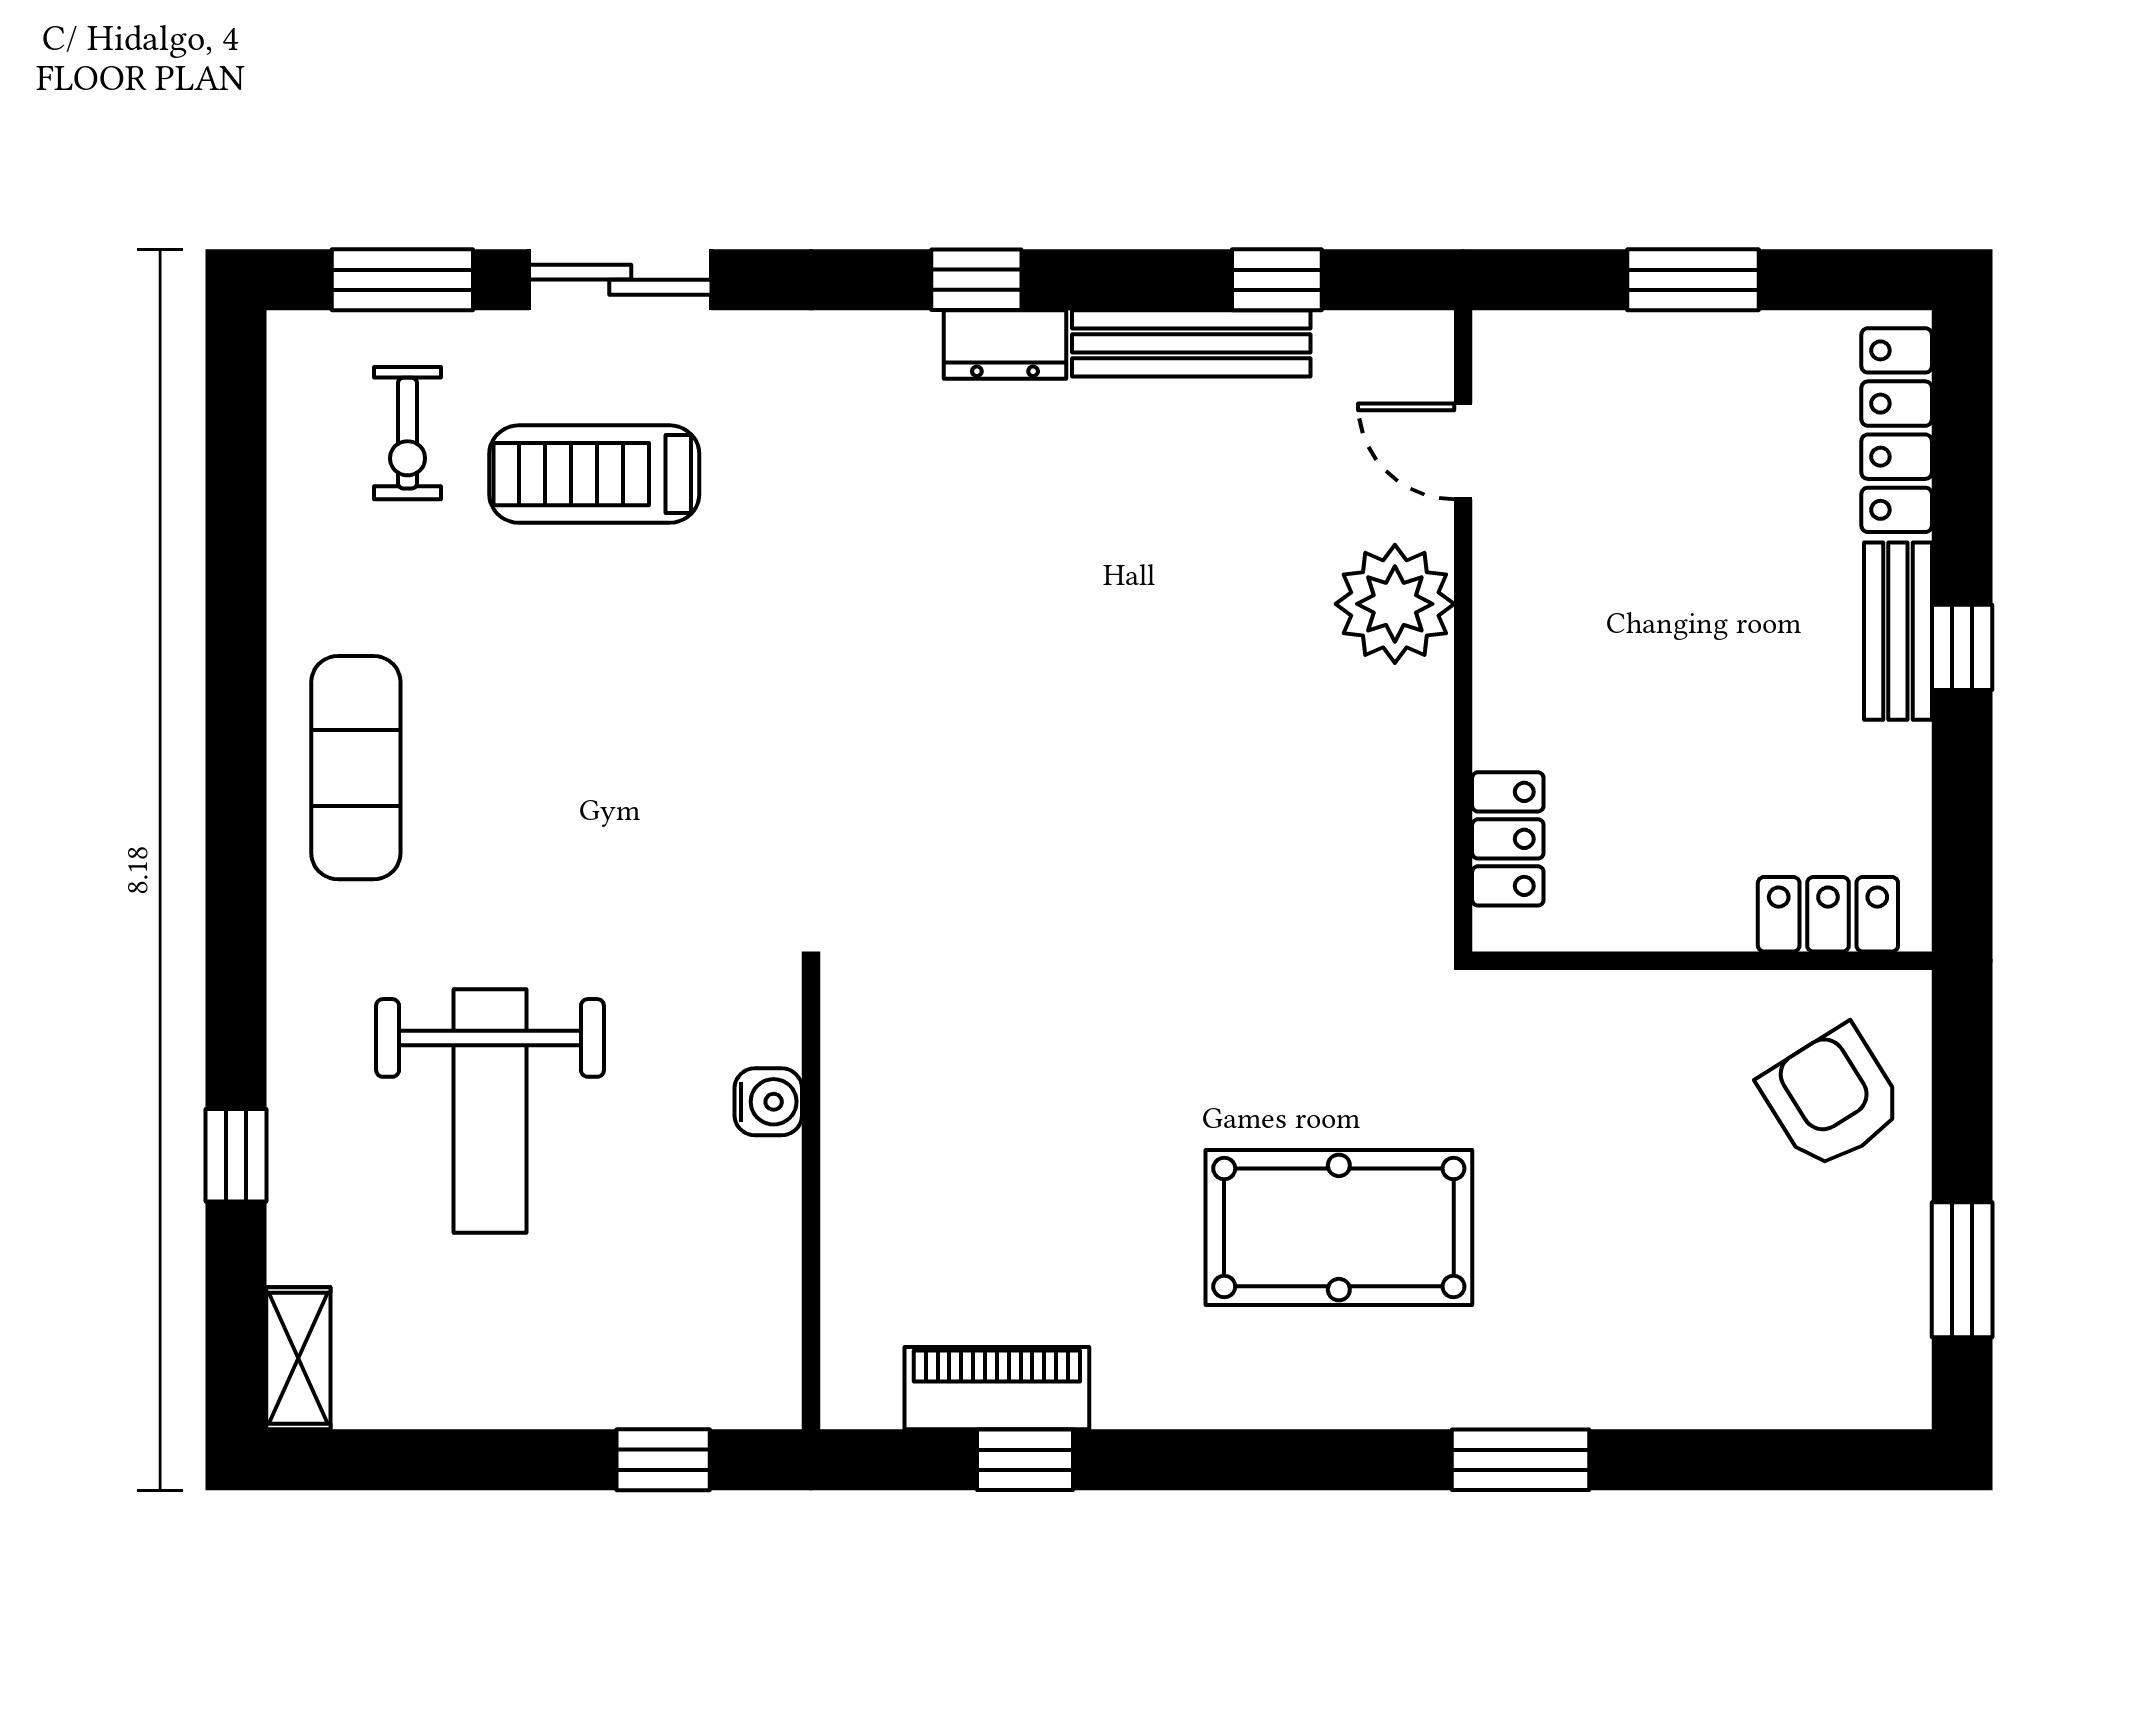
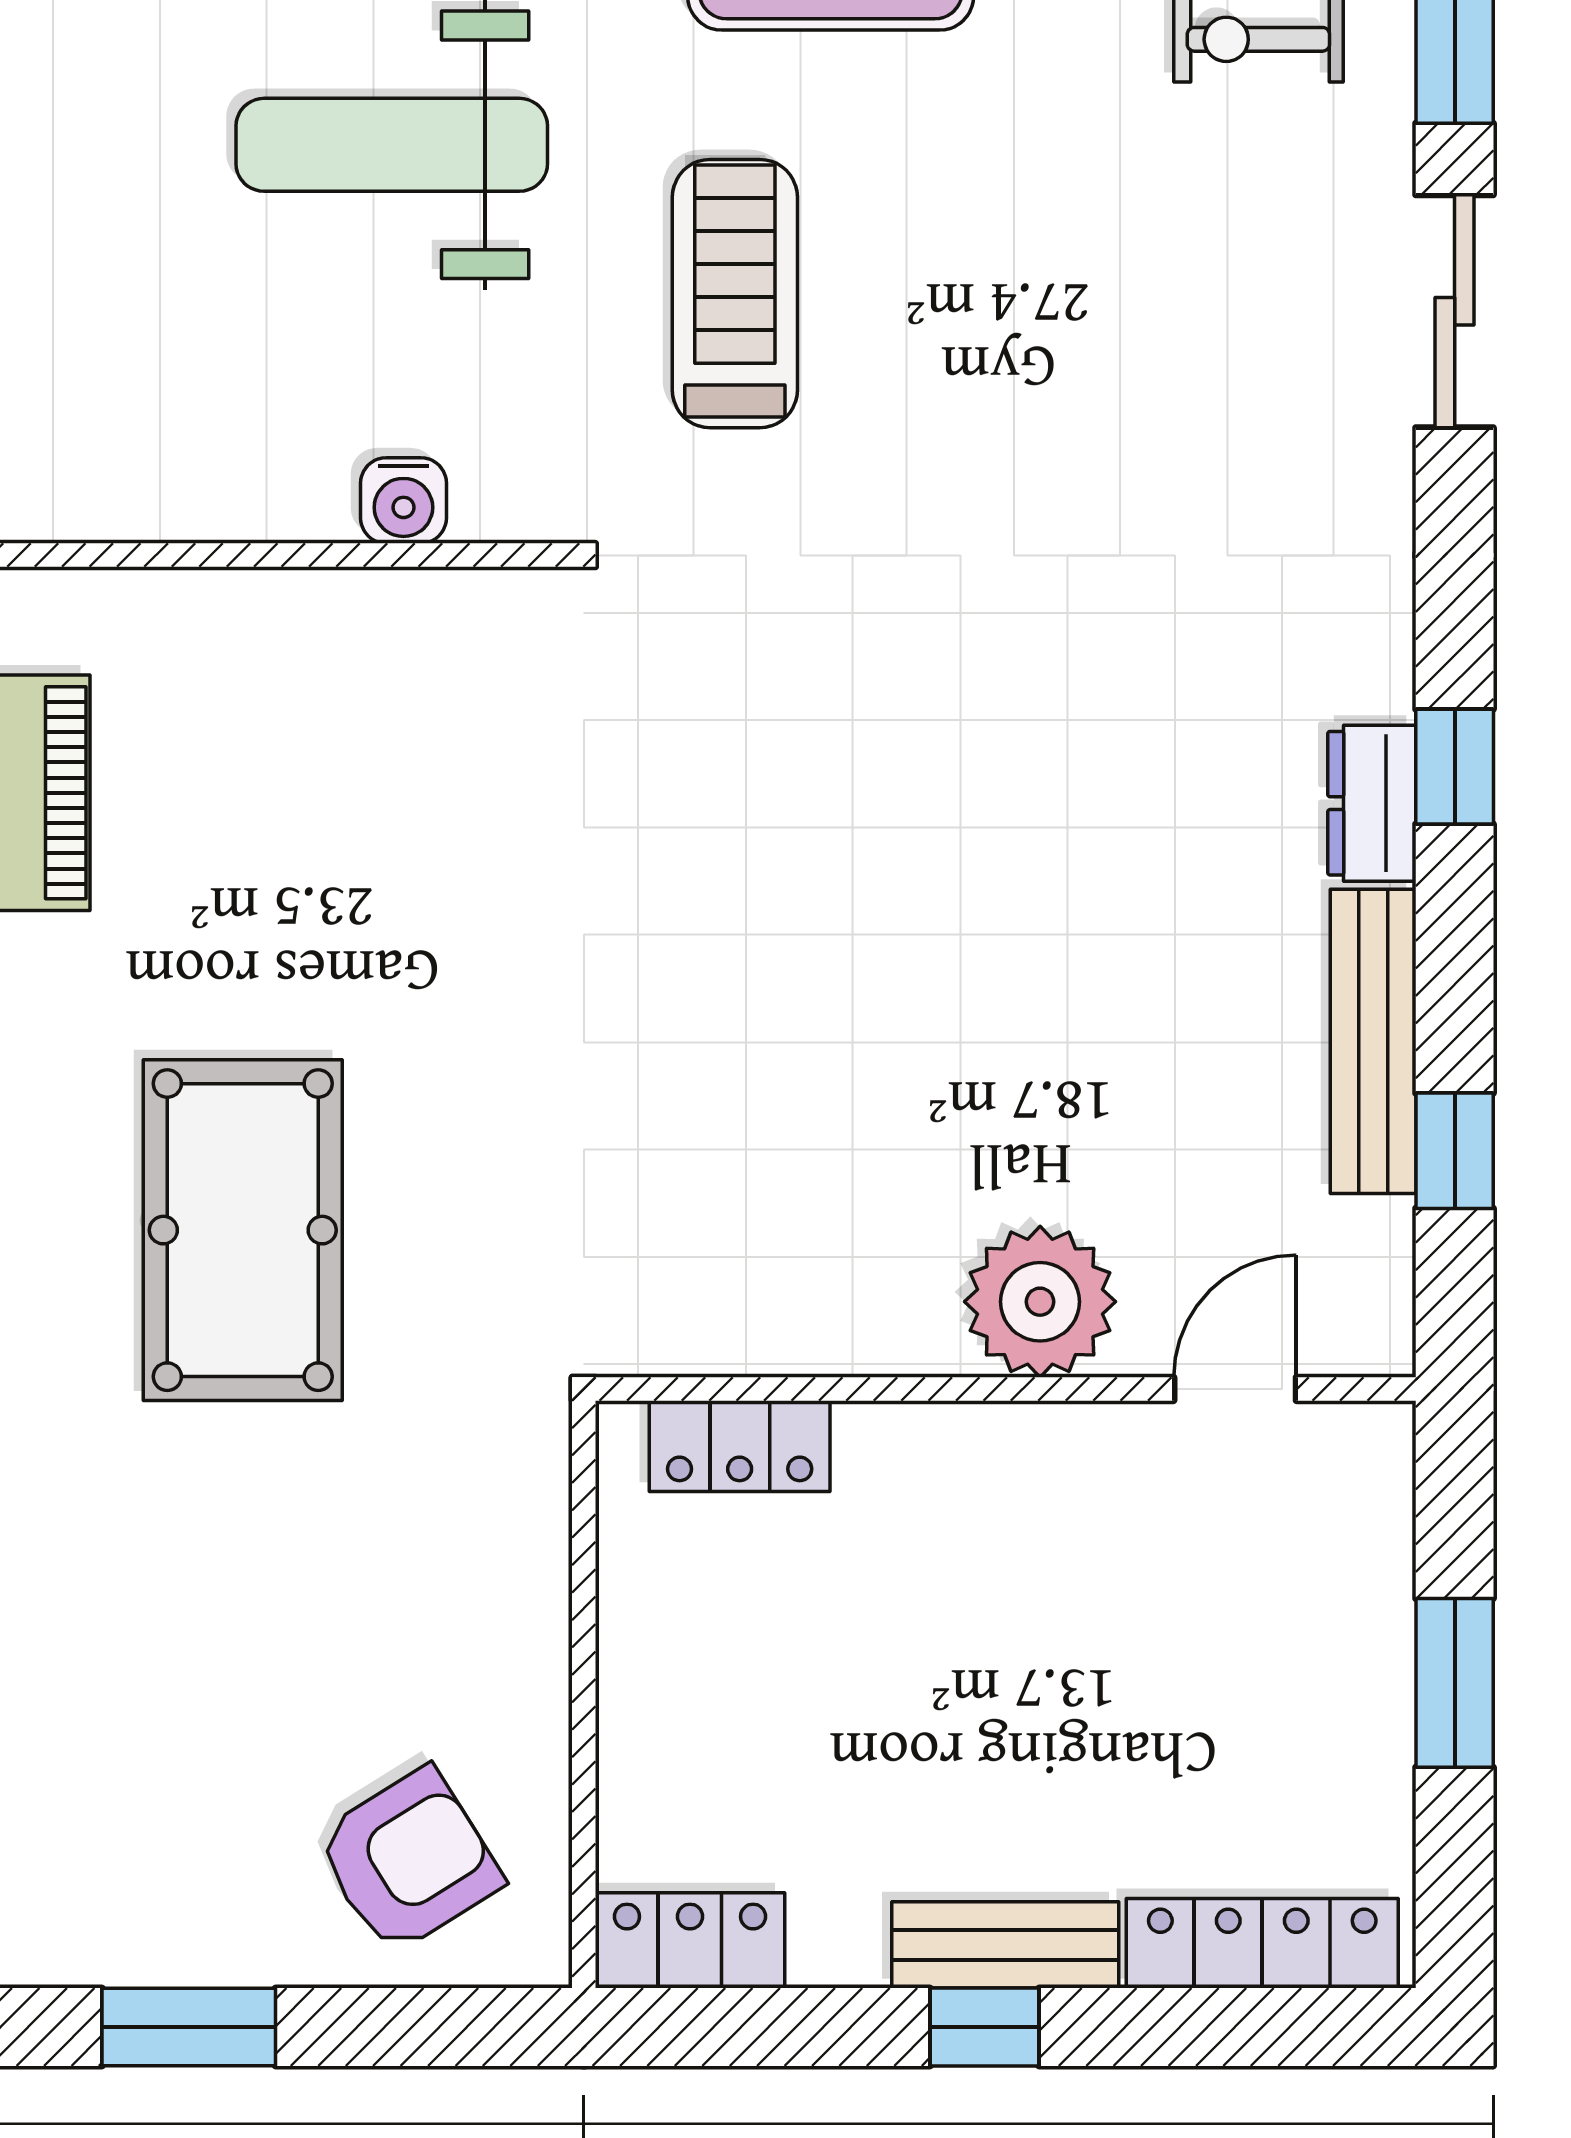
treadmill: (594, 474) -> (735, 294), moved
locker: (1828, 914) -> (690, 1940), moved, turned -90

